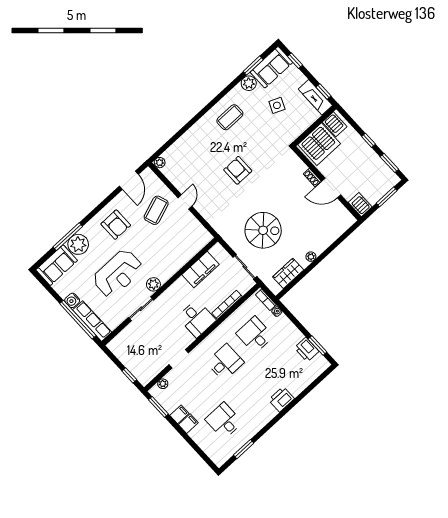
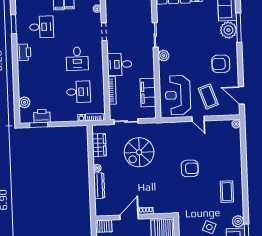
dresser: (326, 241) -> (99, 186), added
reception desk: (118, 273) -> (178, 95), moved
plant: (308, 377) -> (24, 102), added
printer: (281, 399) -> (24, 52), moved

